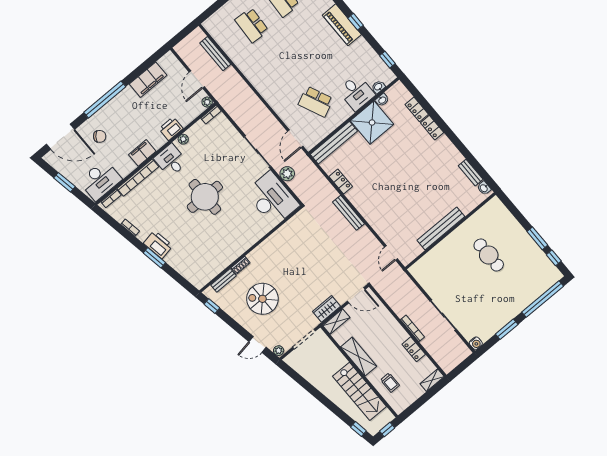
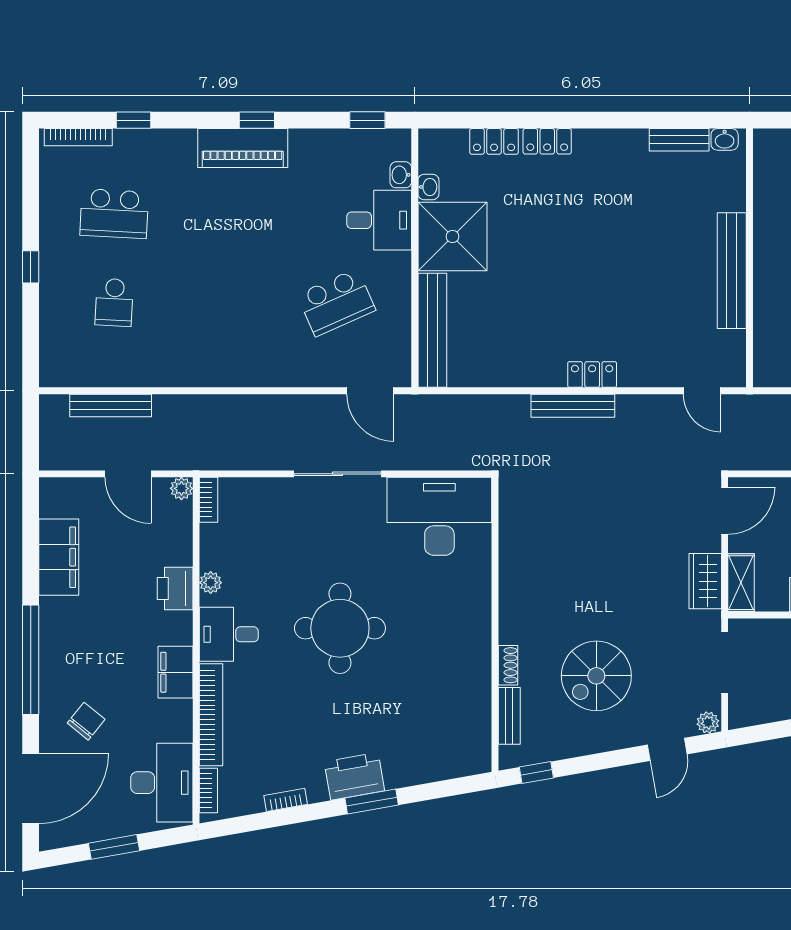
school desk: (252, 25) -> (114, 302), width x0.54
plant: (287, 174) -> (418, 455), removed
locker: (341, 182) -> (592, 374), moved

